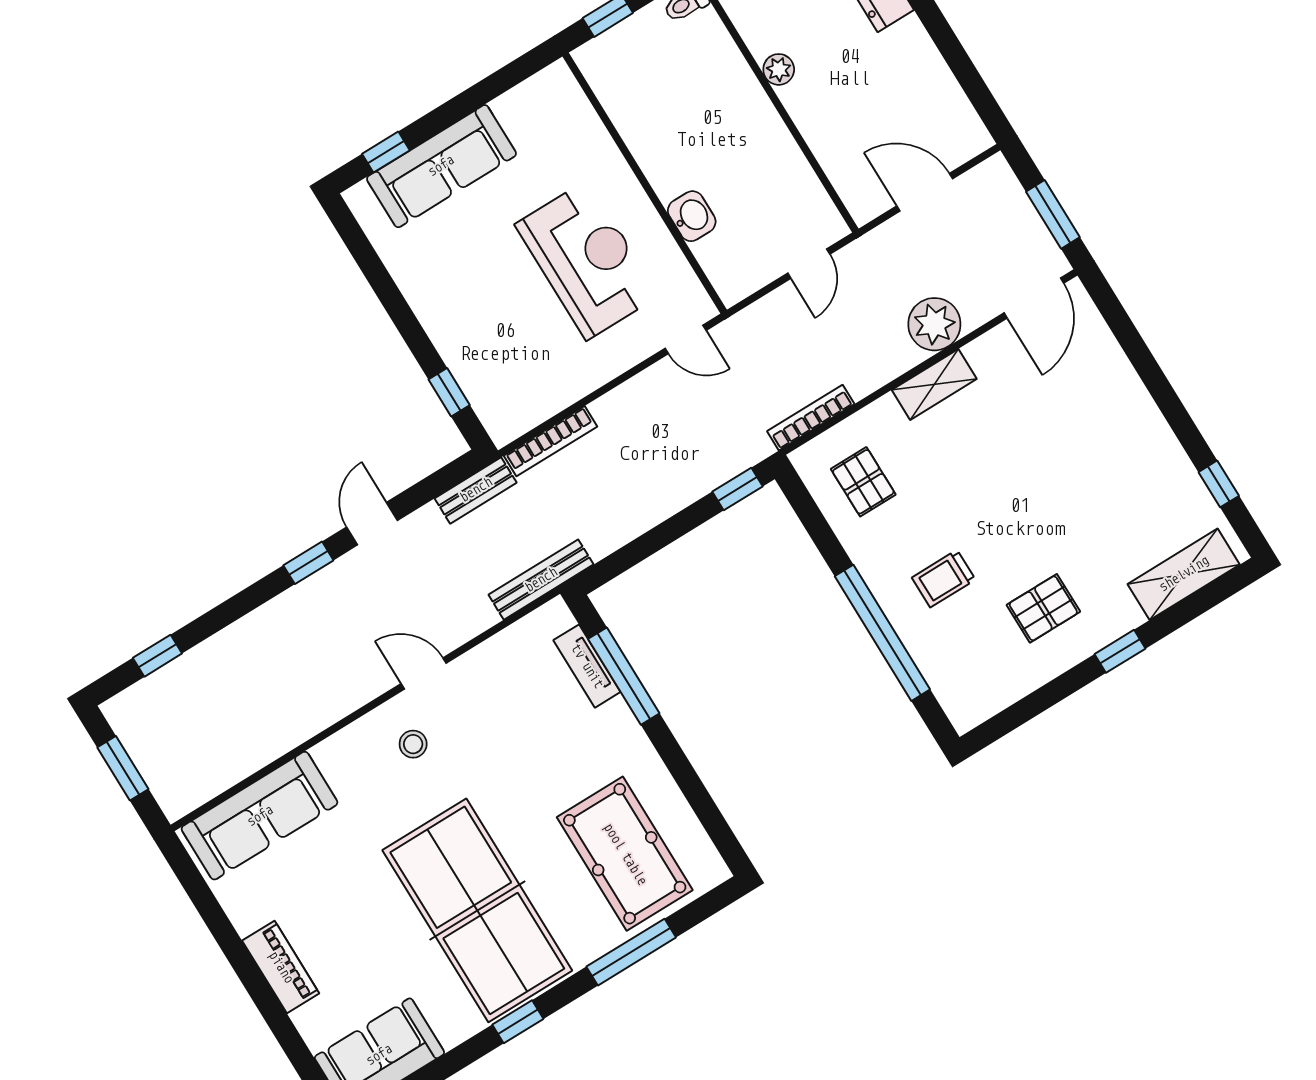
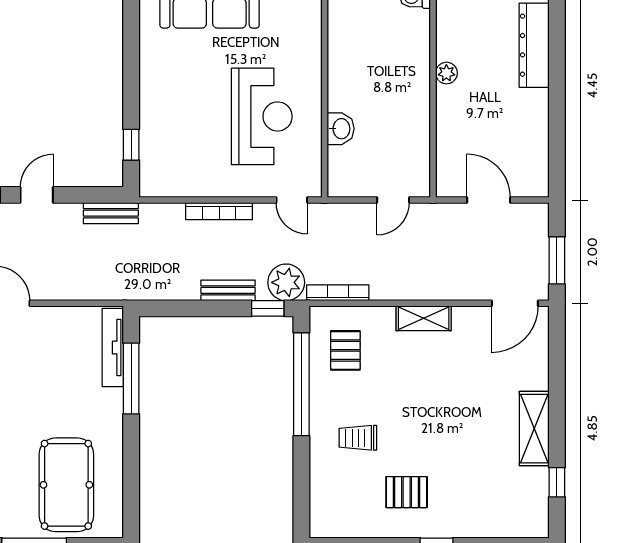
plant: (934, 324) -> (286, 282), moved
bookcase: (551, 441) -> (219, 211), moved
shelving: (1184, 574) -> (534, 429), moved, turned 90
bench: (541, 580) -> (228, 290), moved, width x0.73
window: (882, 633) -> (301, 384), moved
tv unit: (587, 666) -> (113, 348), width x1.41

